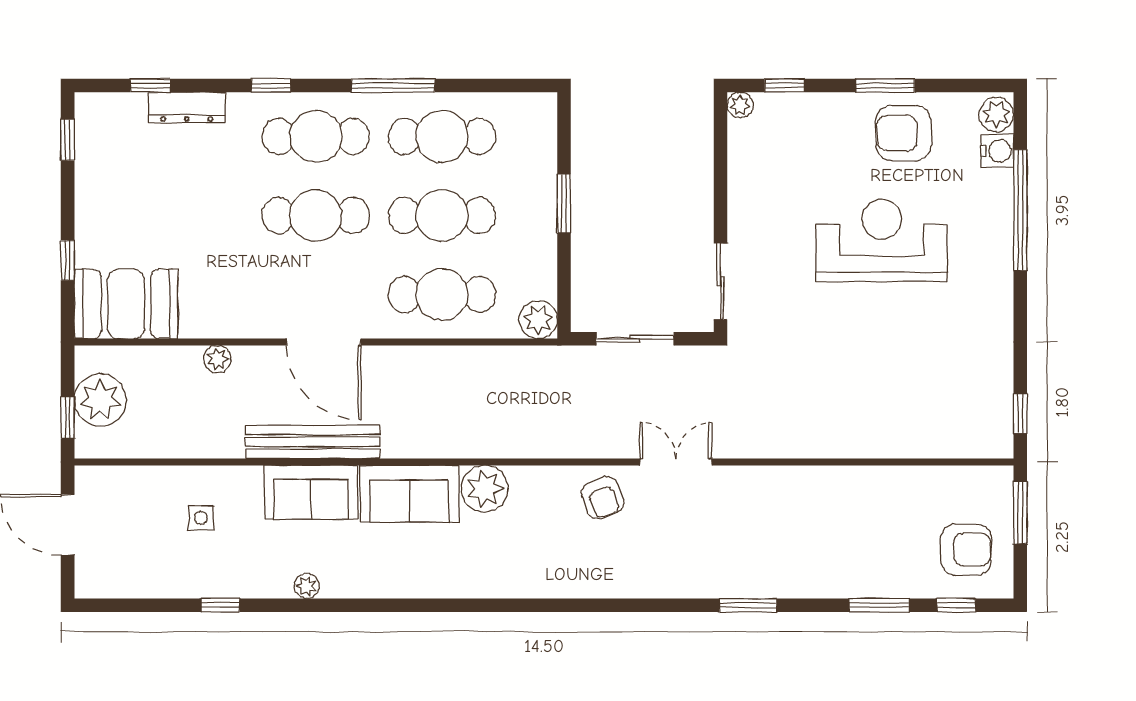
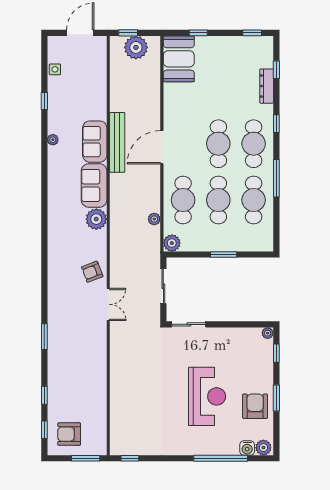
plant: (217, 359) -> (154, 219), moved
side table: (201, 518) -> (55, 69), moved
armchair: (966, 550) -> (69, 434), turned 90
window: (879, 605) -> (44, 395), width x0.67

